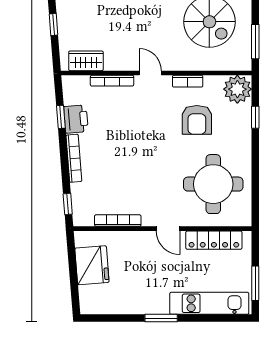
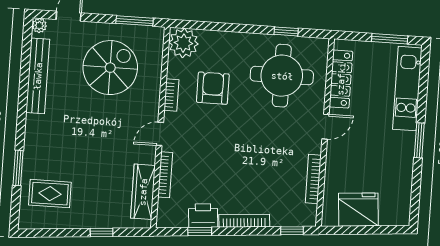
wardrobe: (86, 61) -> (143, 192), width x1.50
window: (255, 117) -> (286, 31), moved
armchair: (197, 120) -> (213, 88), turned -90

